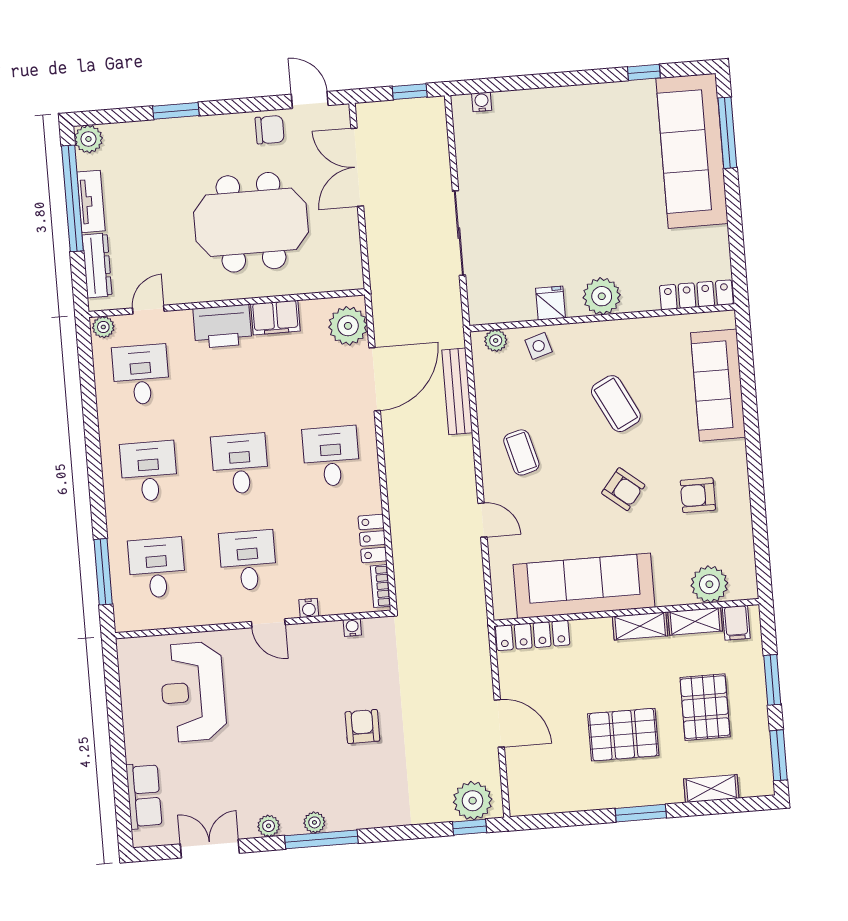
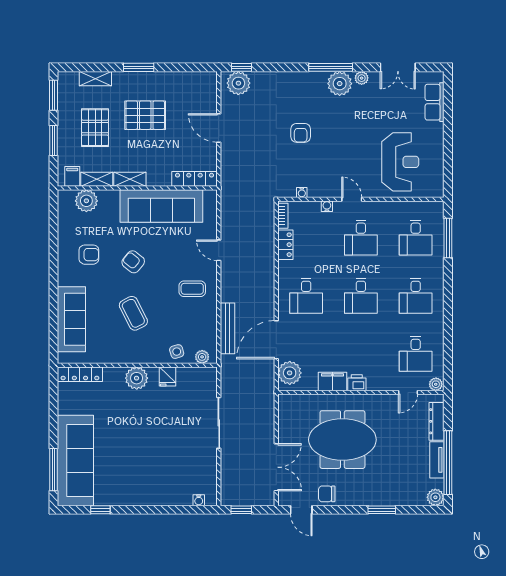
printer: (222, 326) -> (357, 383), width x0.53, depth x0.68
coffee table: (521, 452) -> (192, 289), turned -75
plant: (314, 822) -> (340, 84), width x1.88, depth x1.88

